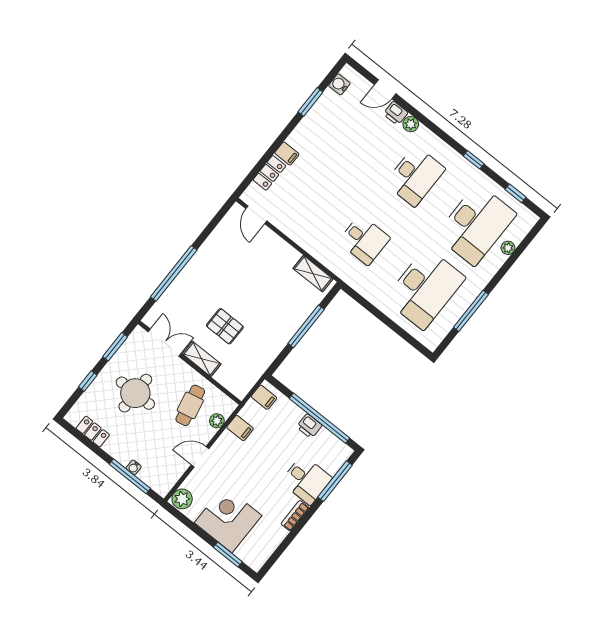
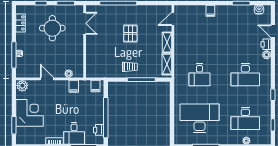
locker: (269, 173) -> (196, 10), removed
desk: (476, 224) -> (245, 118), width x0.73, depth x0.77
desk: (425, 288) -> (200, 118), turned 180
pallet: (225, 326) -> (130, 33), moved
trolley: (276, 328) -> (130, 67), added
shelving: (202, 359) -> (167, 42), moved
cafe table: (190, 405) -> (66, 57), removed
printer: (309, 426) -> (99, 130), moved

